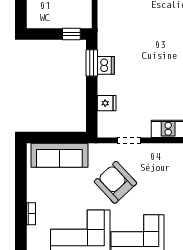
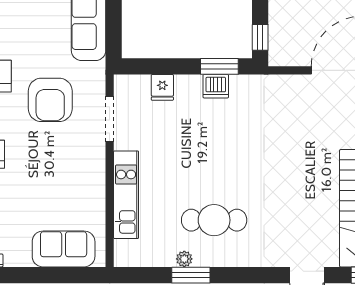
doorway: (129, 140) -> (110, 119), width x1.38
armchair: (115, 182) -> (50, 100), turned 133

